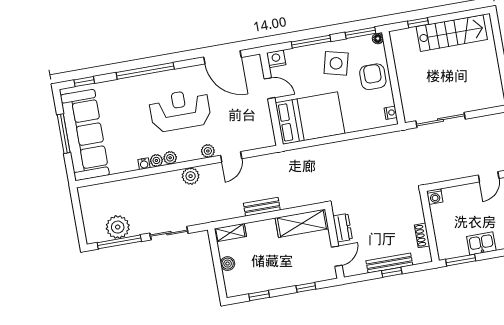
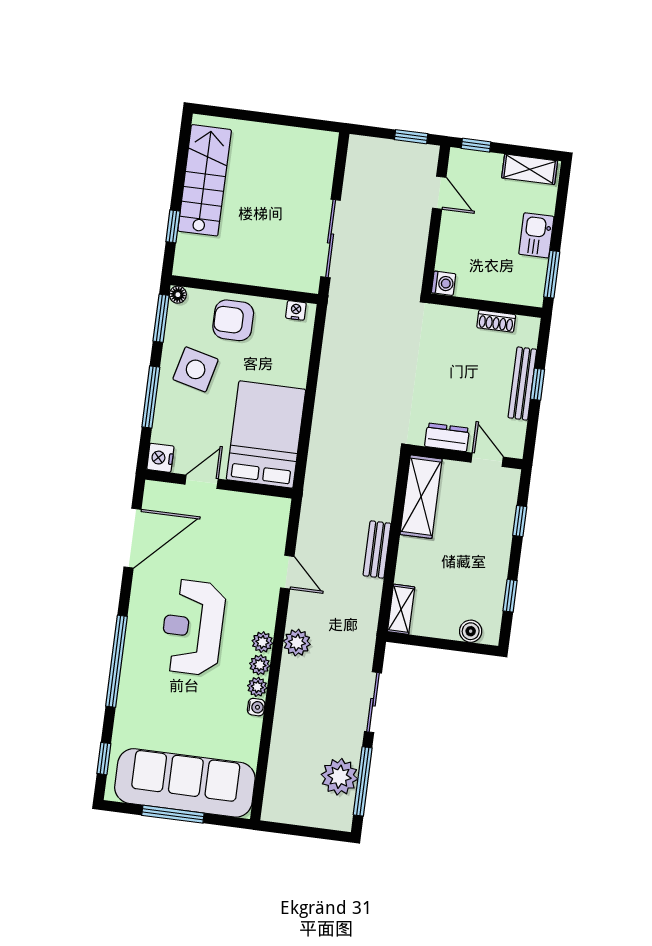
plant: (208, 151) -> (262, 642), moved
boiler: (228, 264) -> (471, 631), moved

